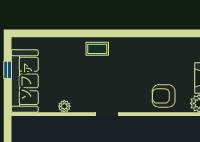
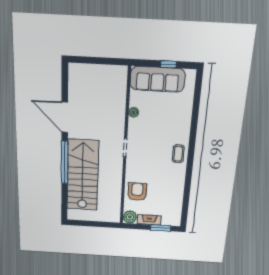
coffee table: (97, 49) -> (178, 154), moved

